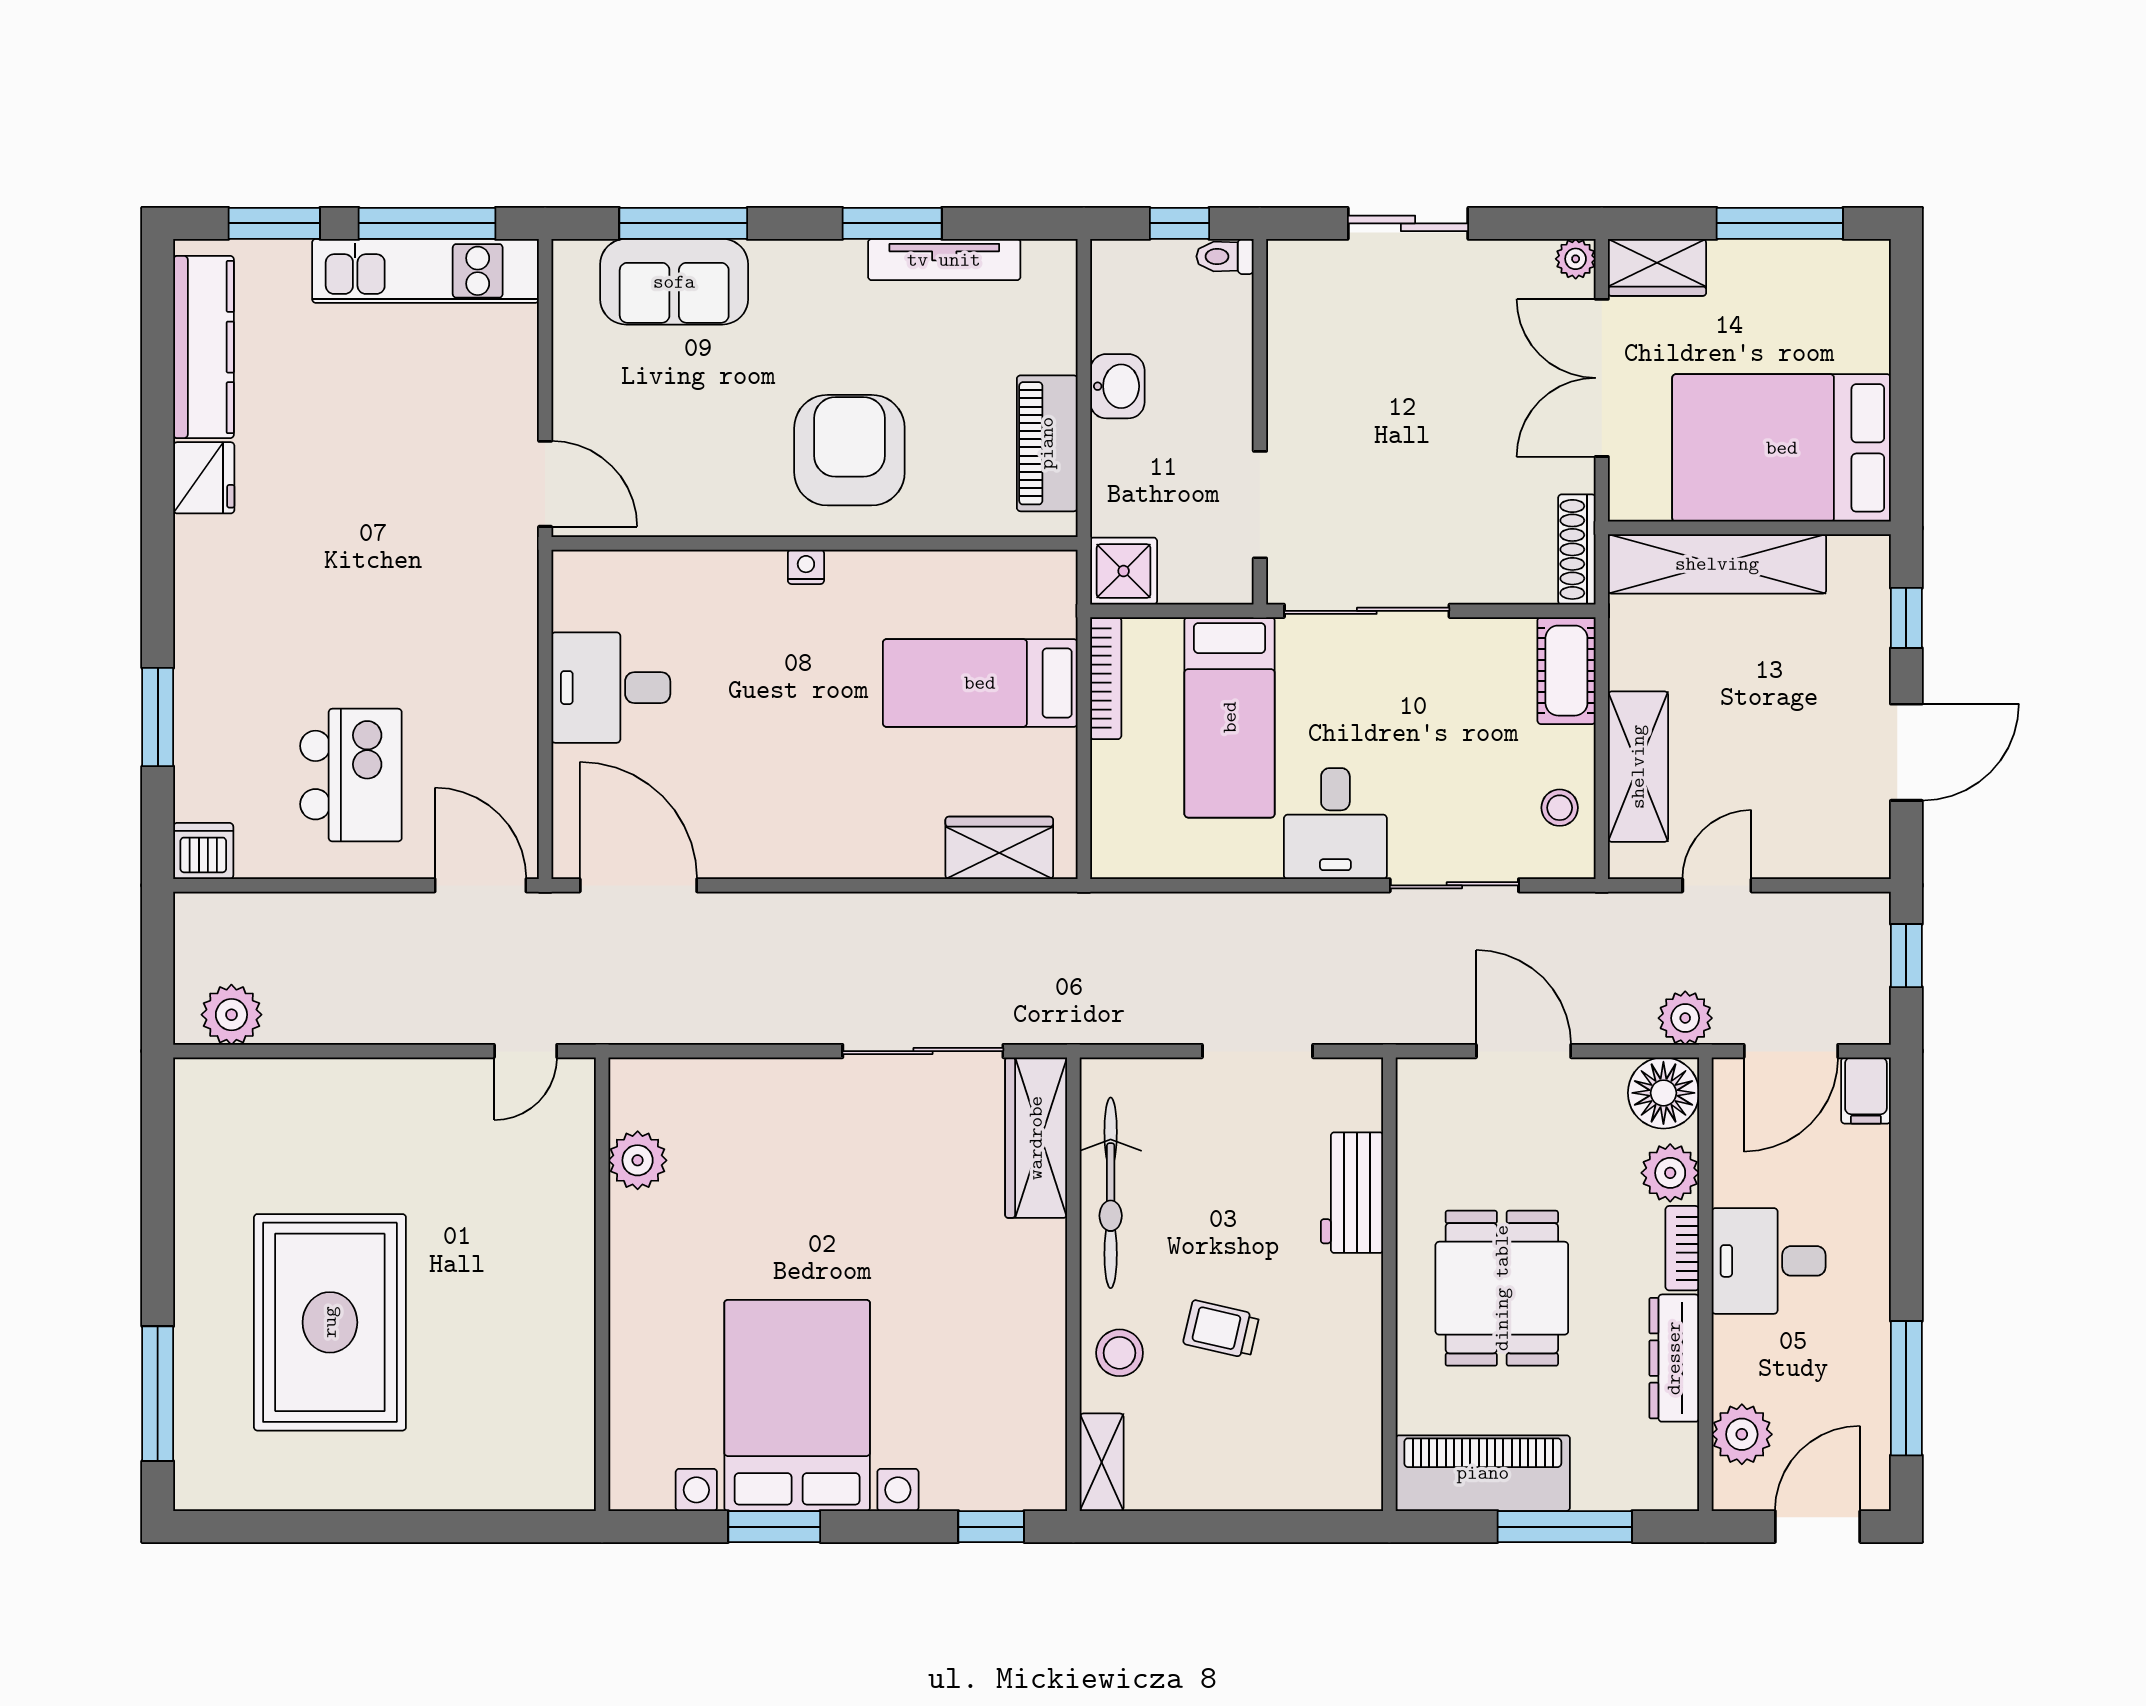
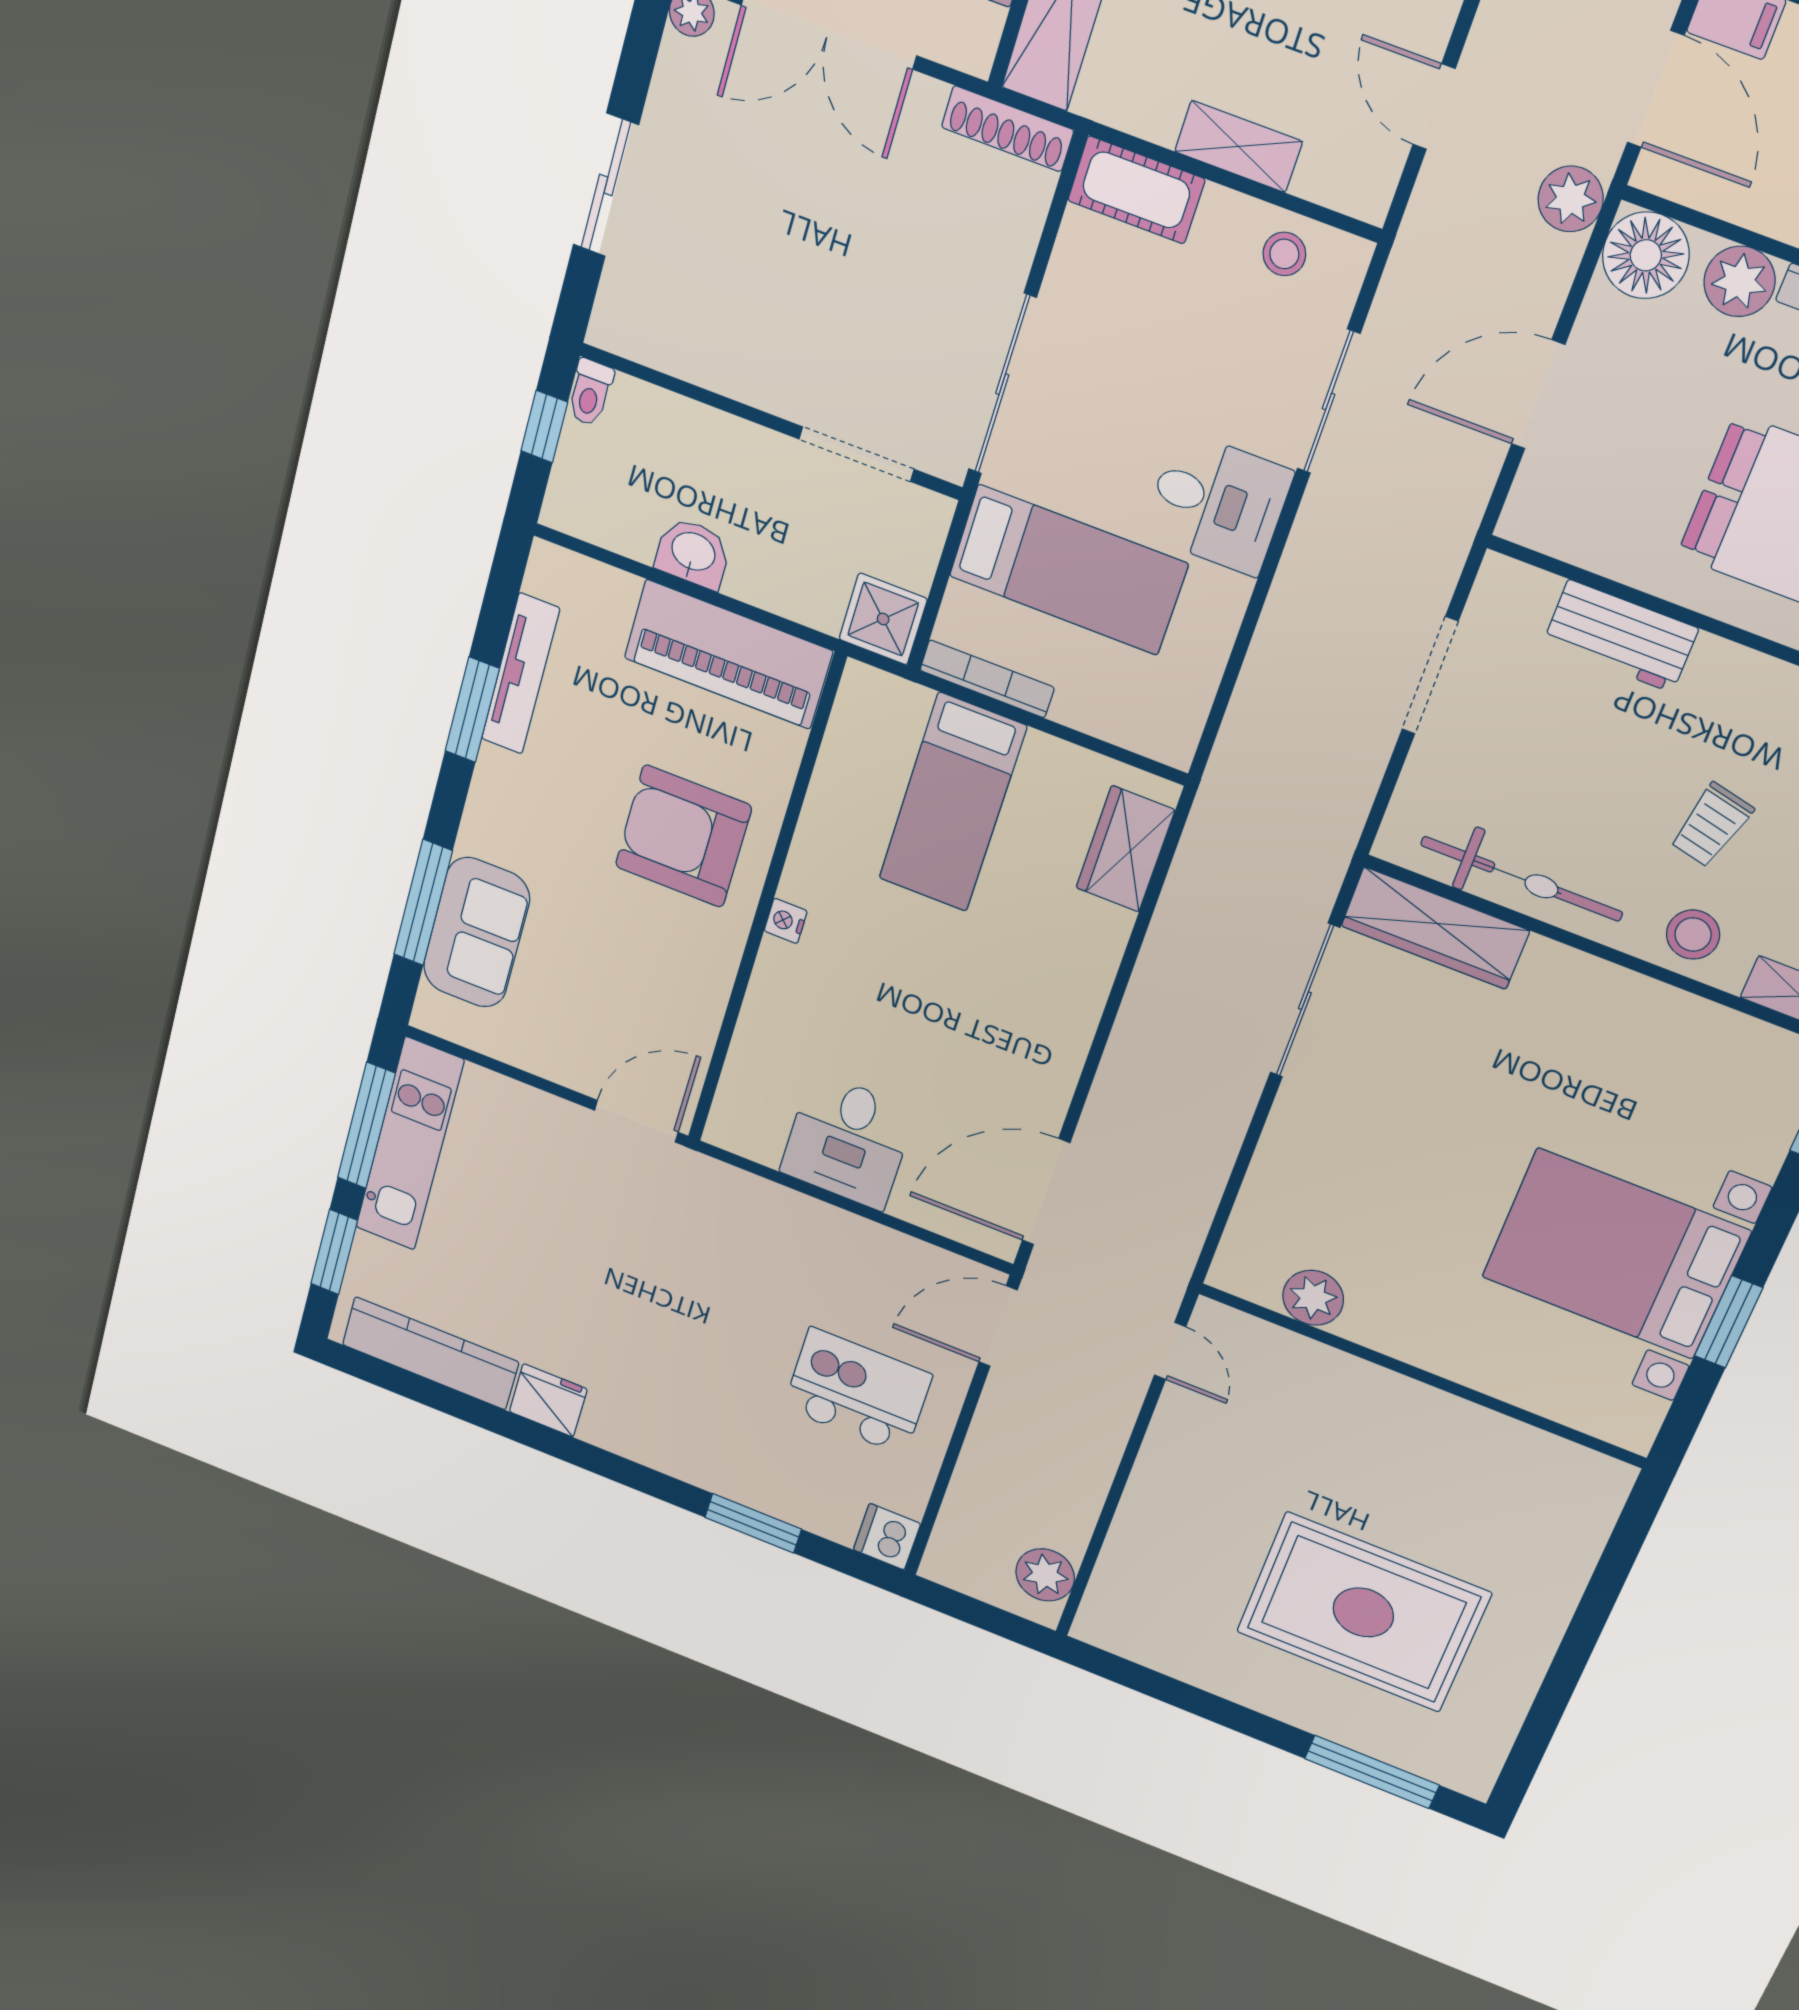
piano: (1047, 443) -> (728, 654), width x1.37, depth x1.33
shelving: (1638, 767) -> (1238, 146), width x0.67, depth x0.75

